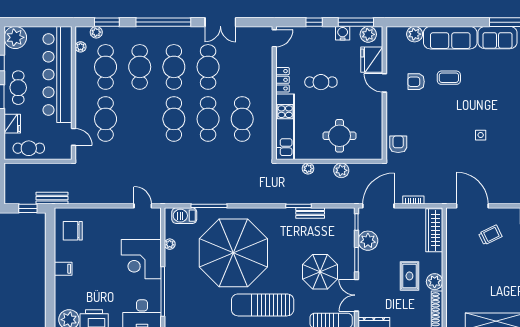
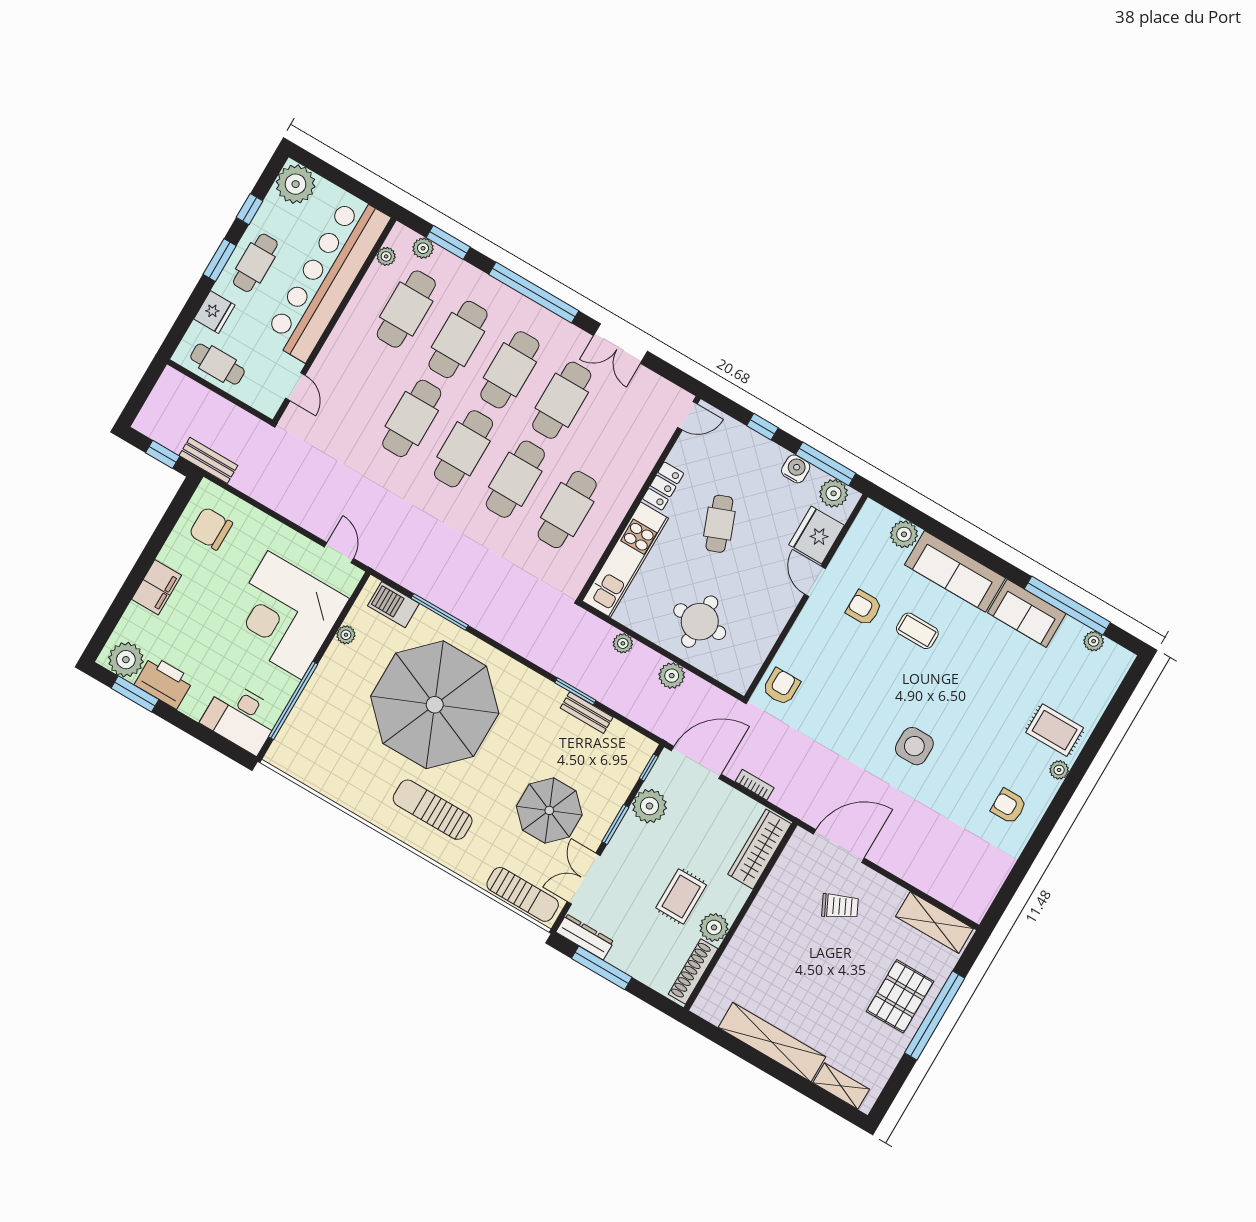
cafe table: (321, 82) -> (719, 524), turned 69
cafe table: (106, 119) -> (412, 418), moved
side table: (481, 135) -> (914, 746), width x1.87, depth x1.87
door: (472, 206) -> (839, 846), hinge flipped
corner desk: (141, 259) -> (285, 615), width x1.36, depth x1.36
filing cabinet: (63, 269) -> (156, 587), width x2.00
sun lounger: (263, 305) -> (433, 810), width x0.73, depth x0.75

